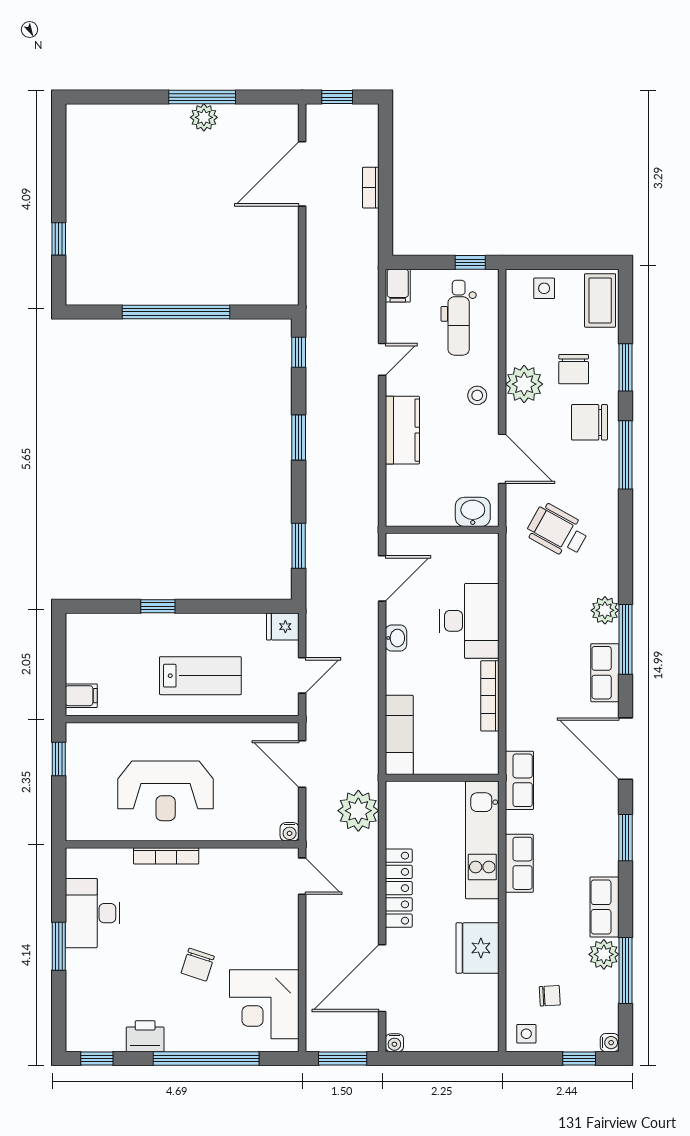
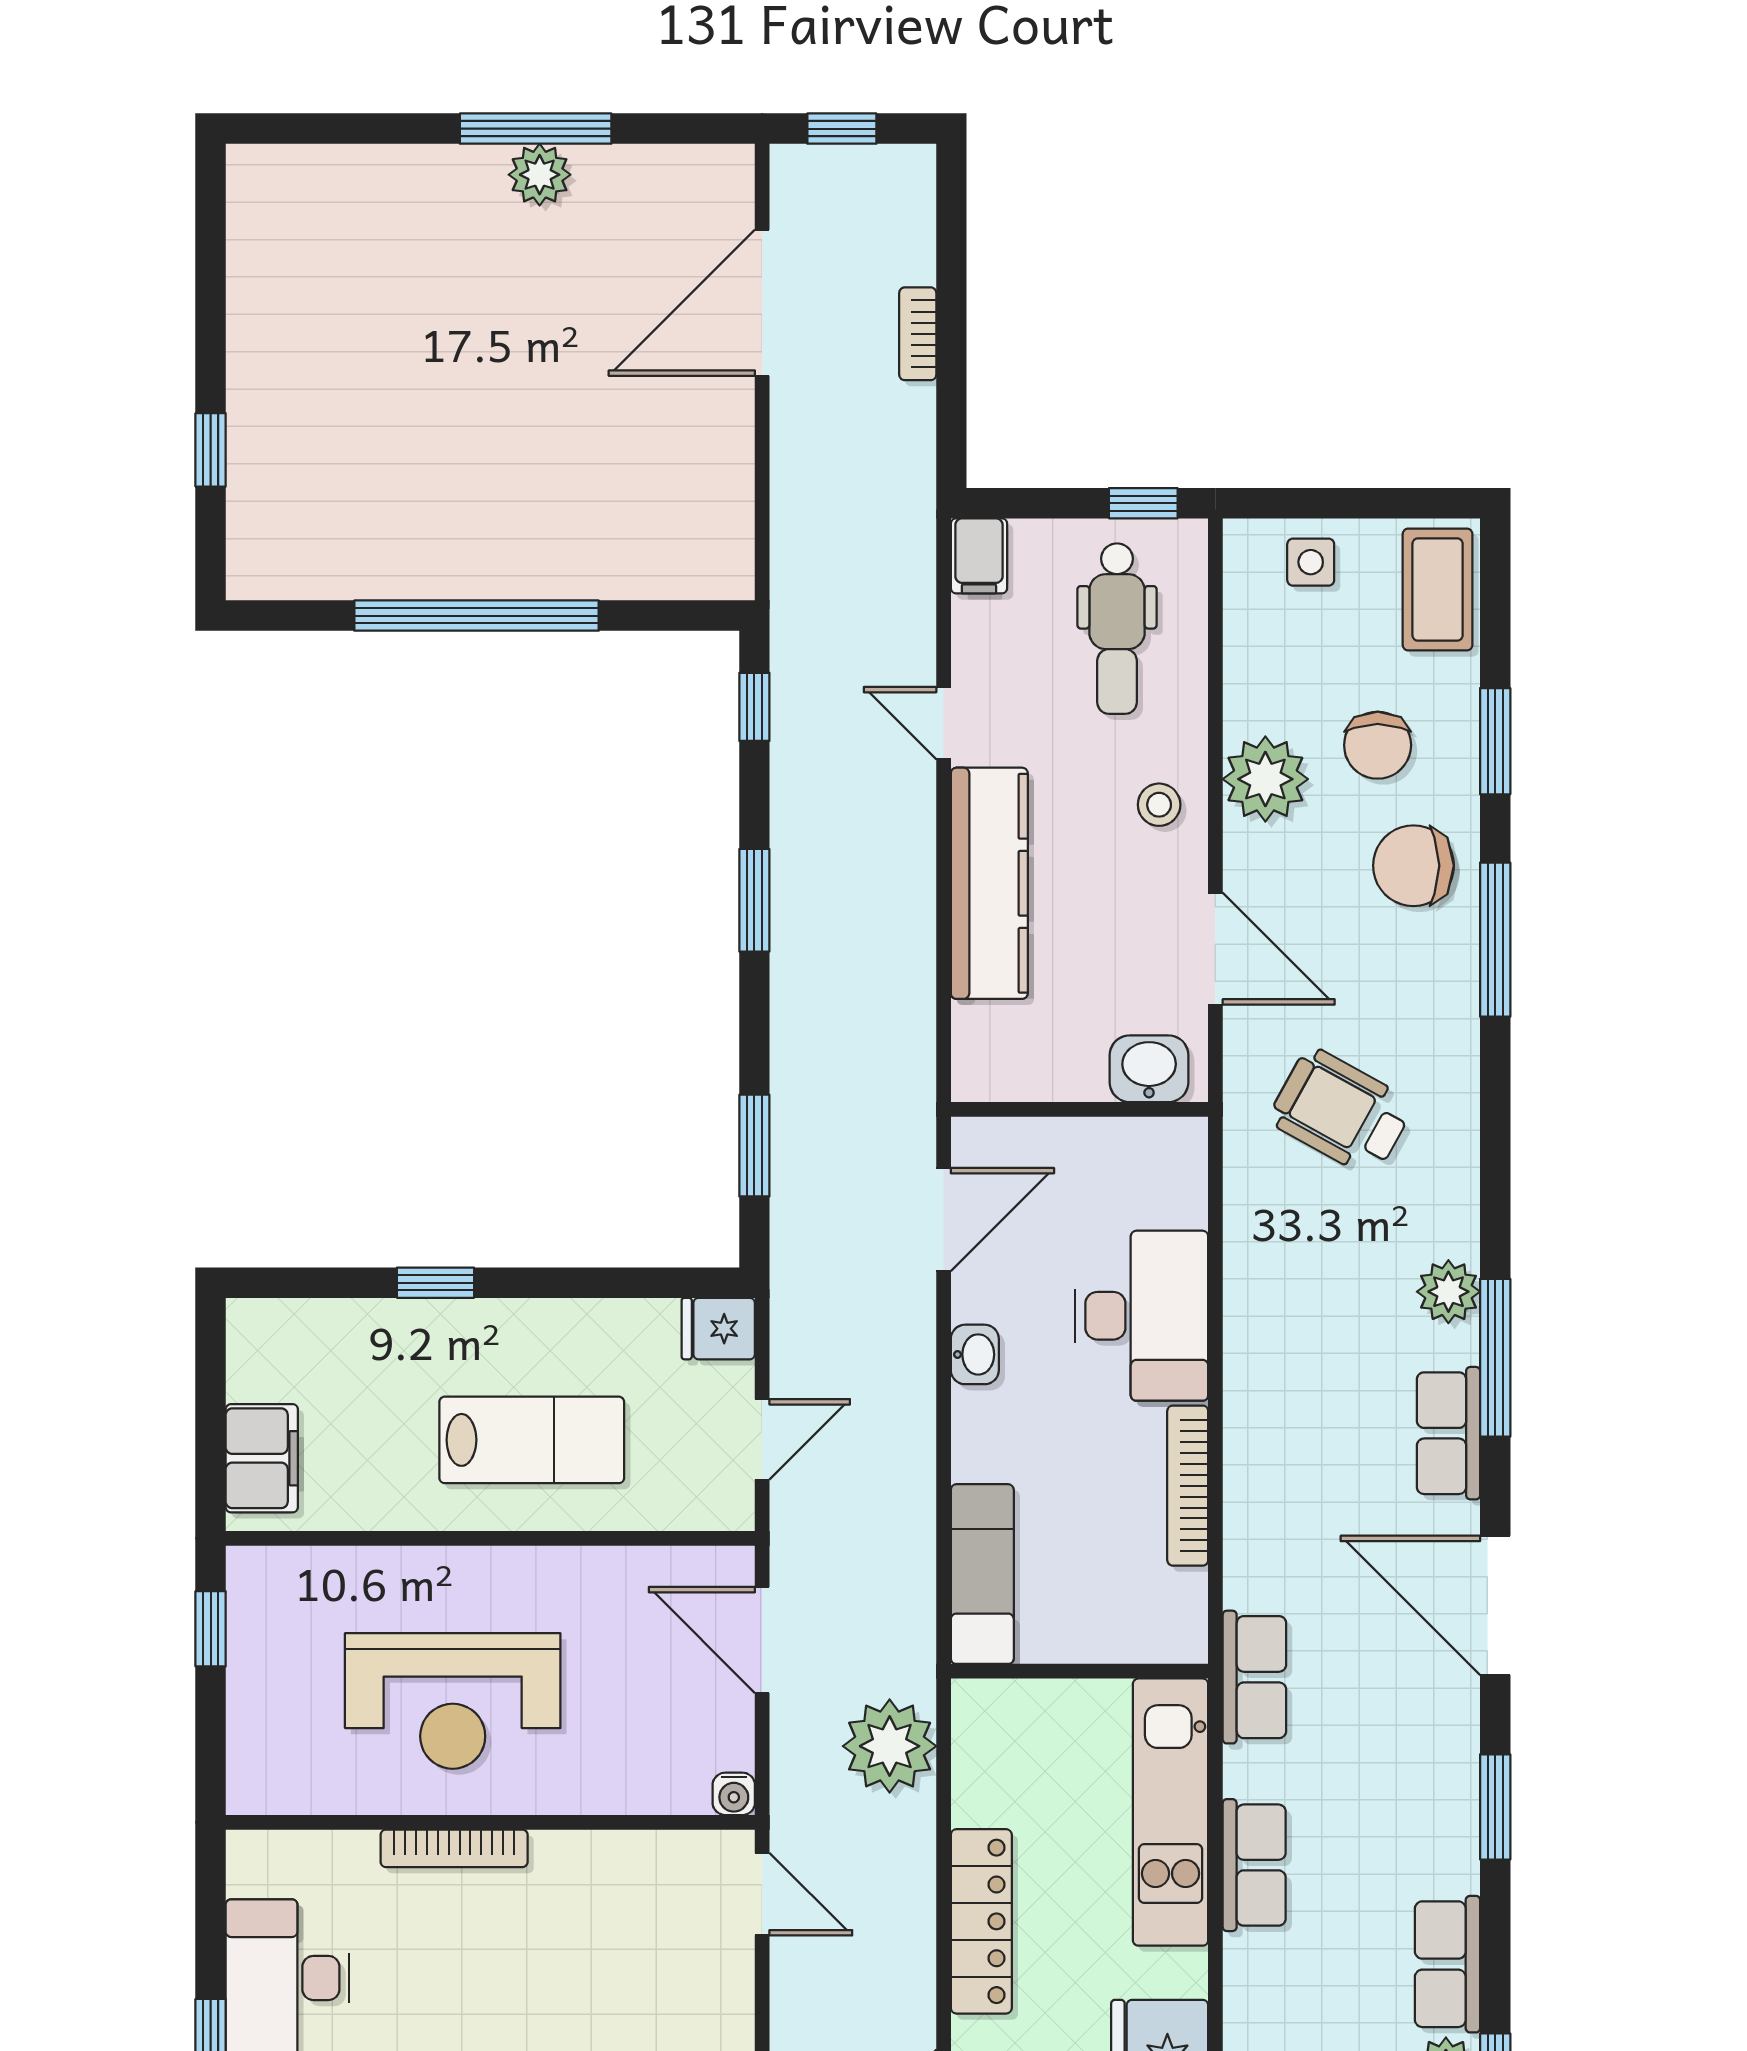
door: (382, 359) -> (944, 723), swing flipped
kitchen counter: (402, 430) -> (989, 883), width x1.50
filing cabinet: (81, 696) -> (262, 1458), width x2.00

